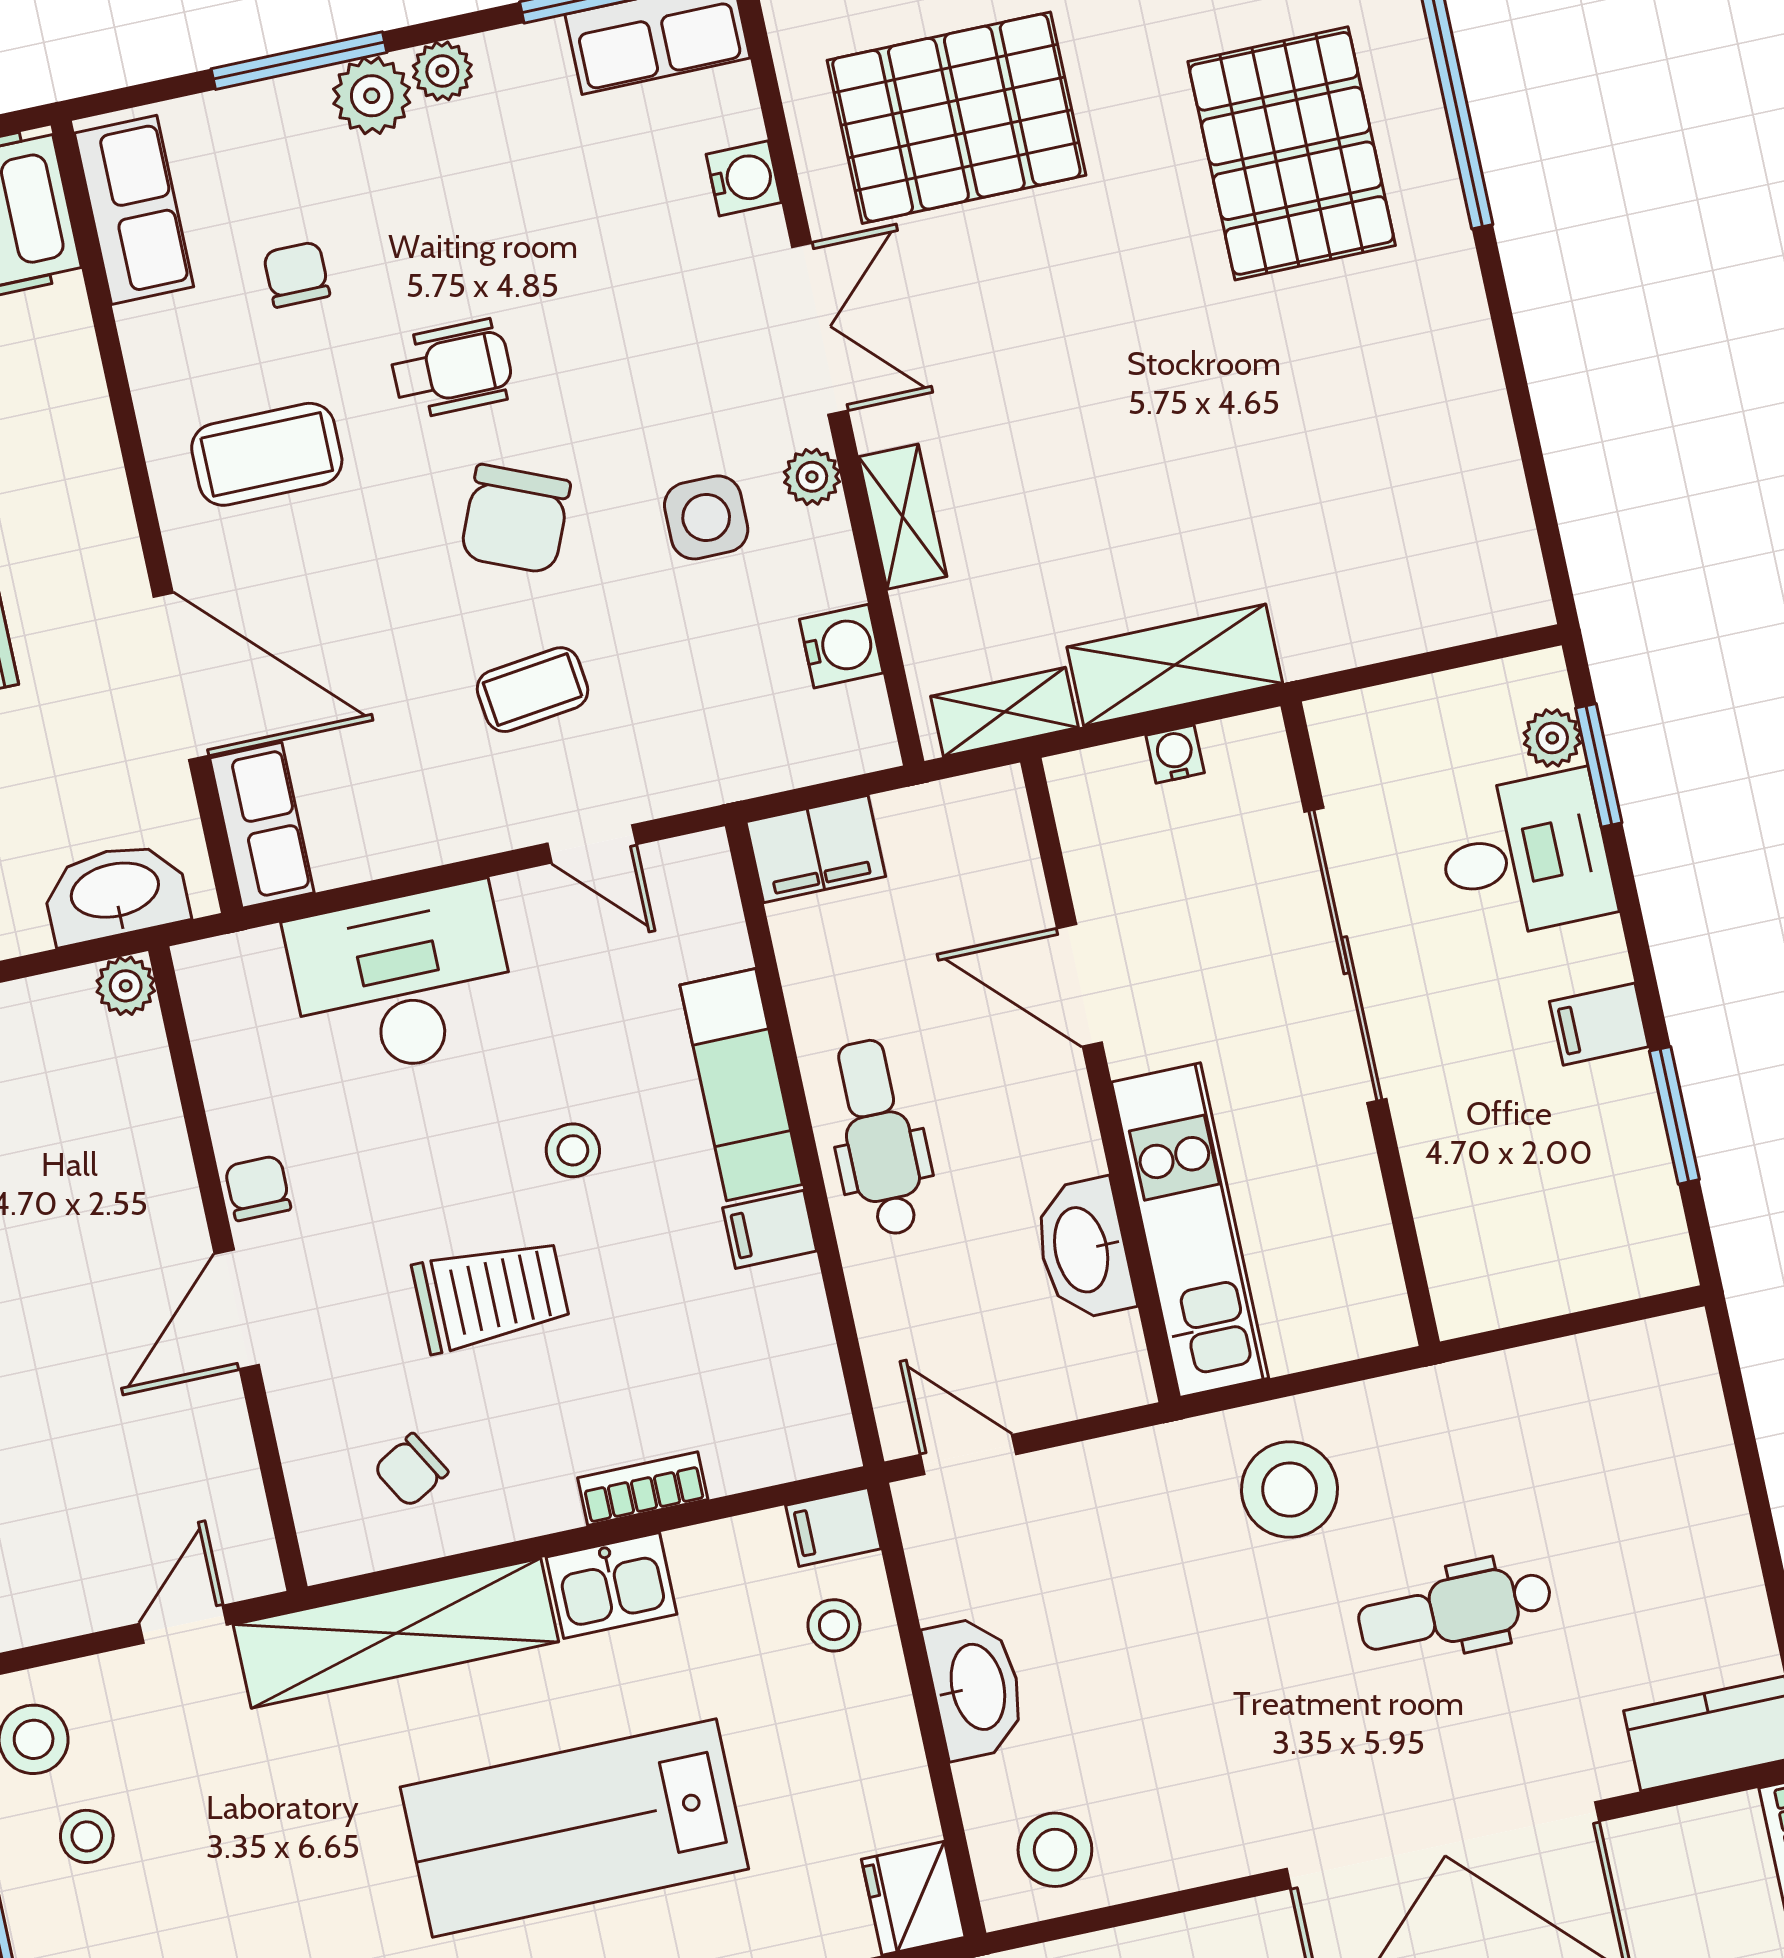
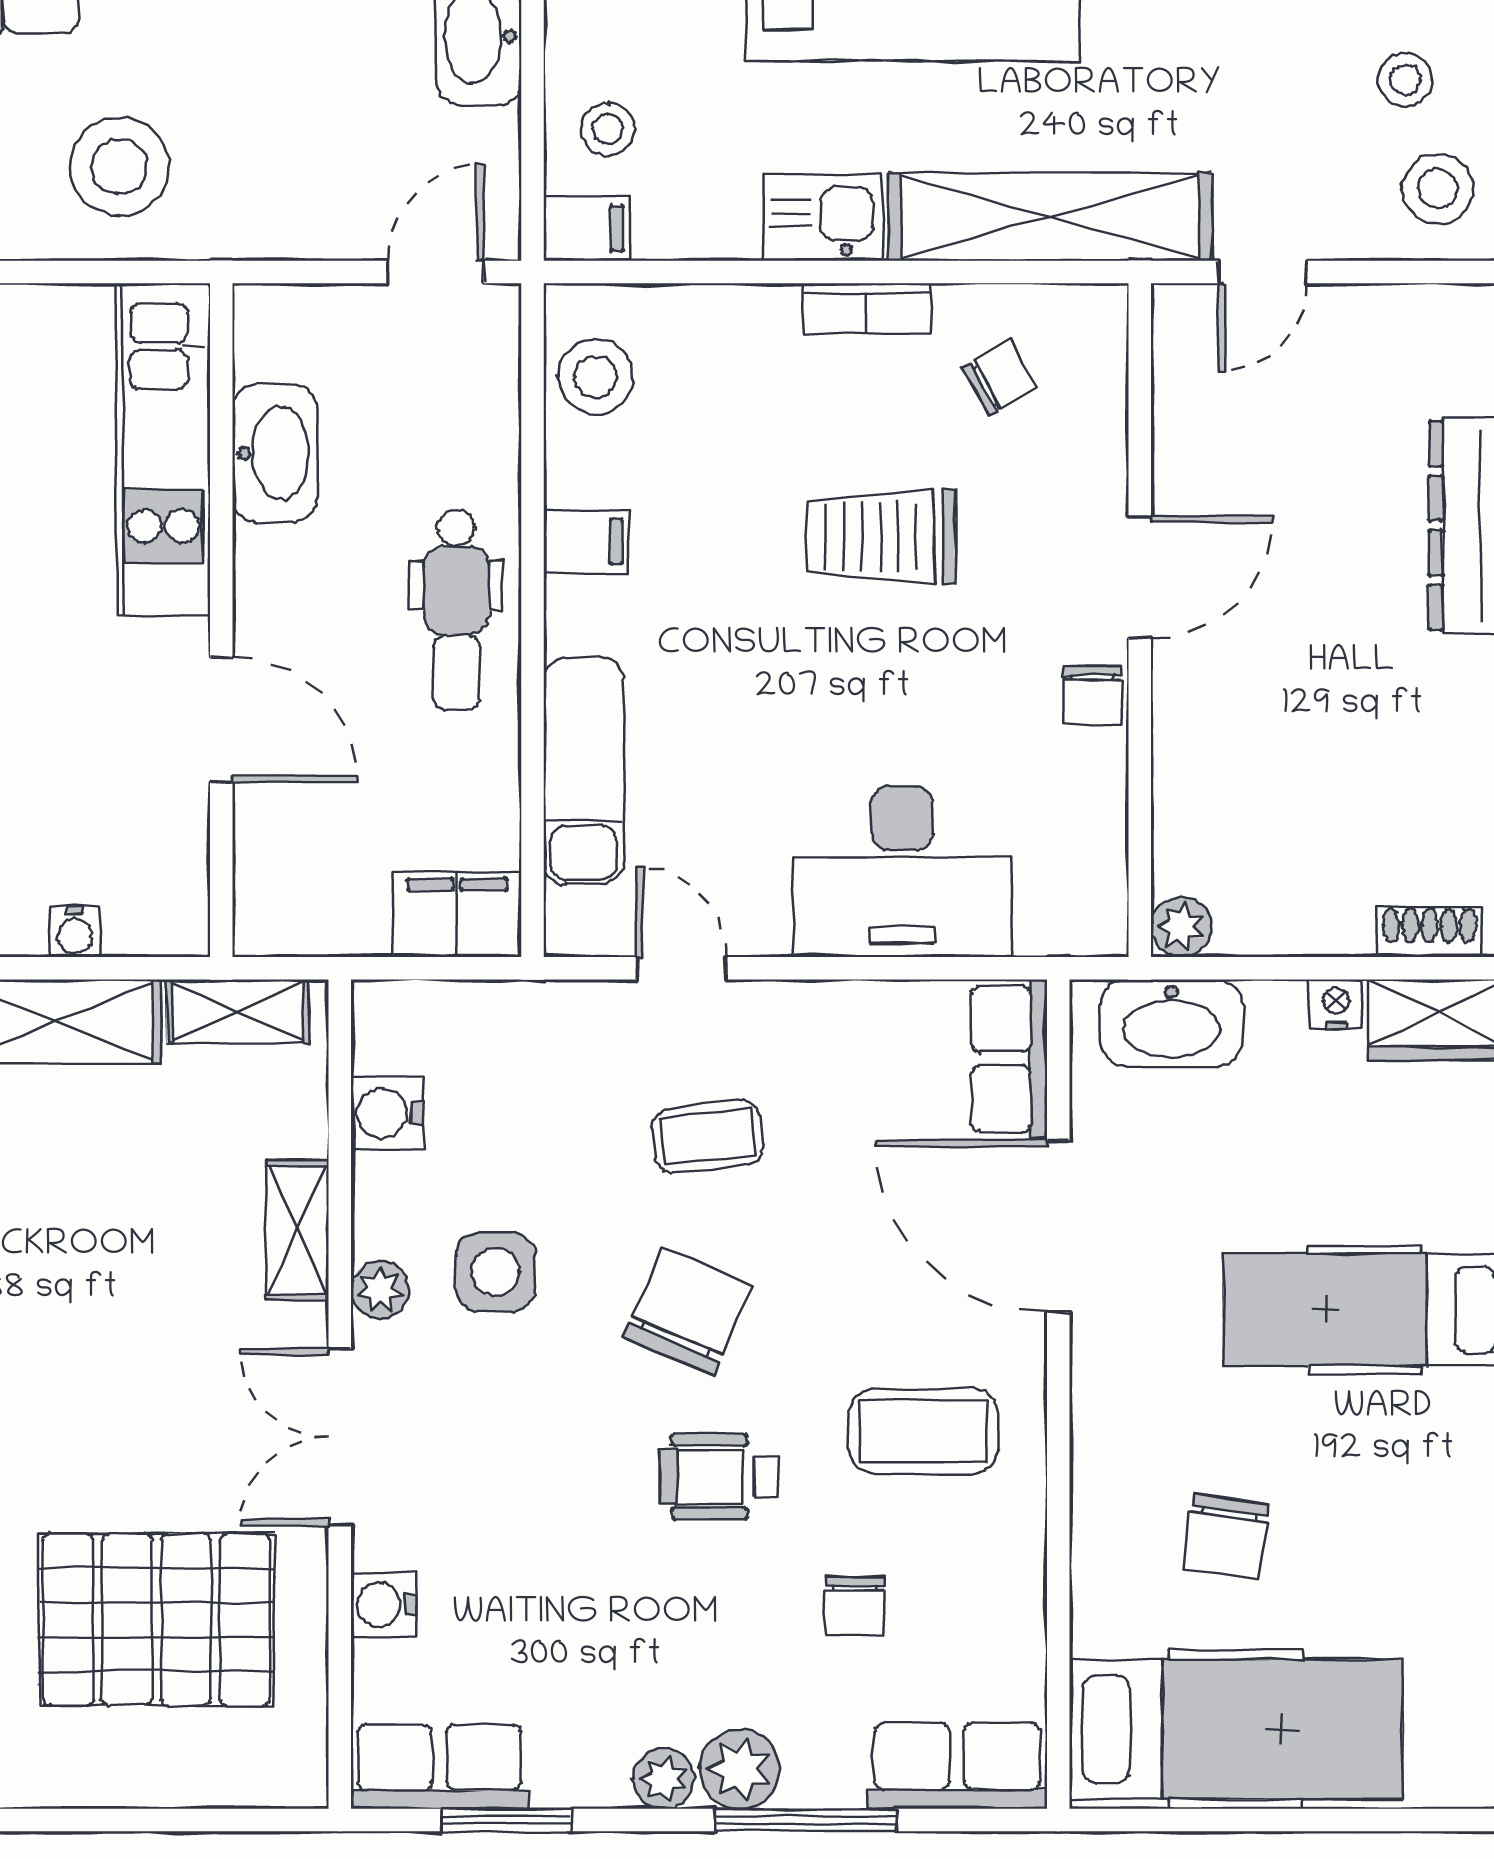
row of seats: (134, 210) -> (957, 1766), moved, turned 90
exam couch: (741, 1085) -> (583, 771), moved
stool: (573, 1150) -> (596, 377), moved, width x1.37, depth x1.37
door: (968, 1454) -> (435, 272), swing flipped
bookcase: (643, 1489) -> (867, 308), moved

